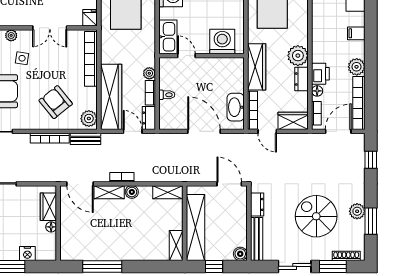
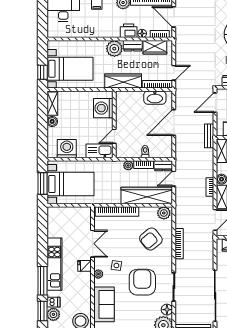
fridge: (90, 18) -> (85, 266), moved
wardrobe: (293, 121) -> (155, 47), moved, turned -90
bench: (86, 139) -> (209, 136), moved

